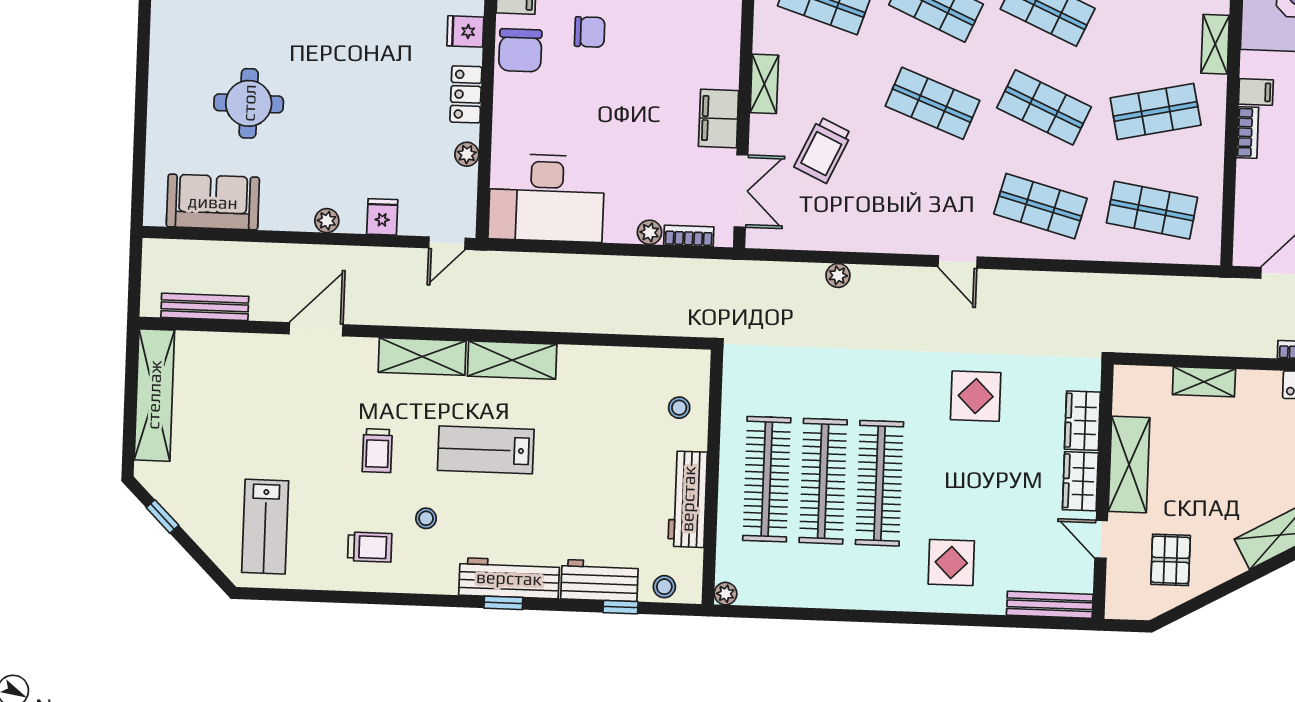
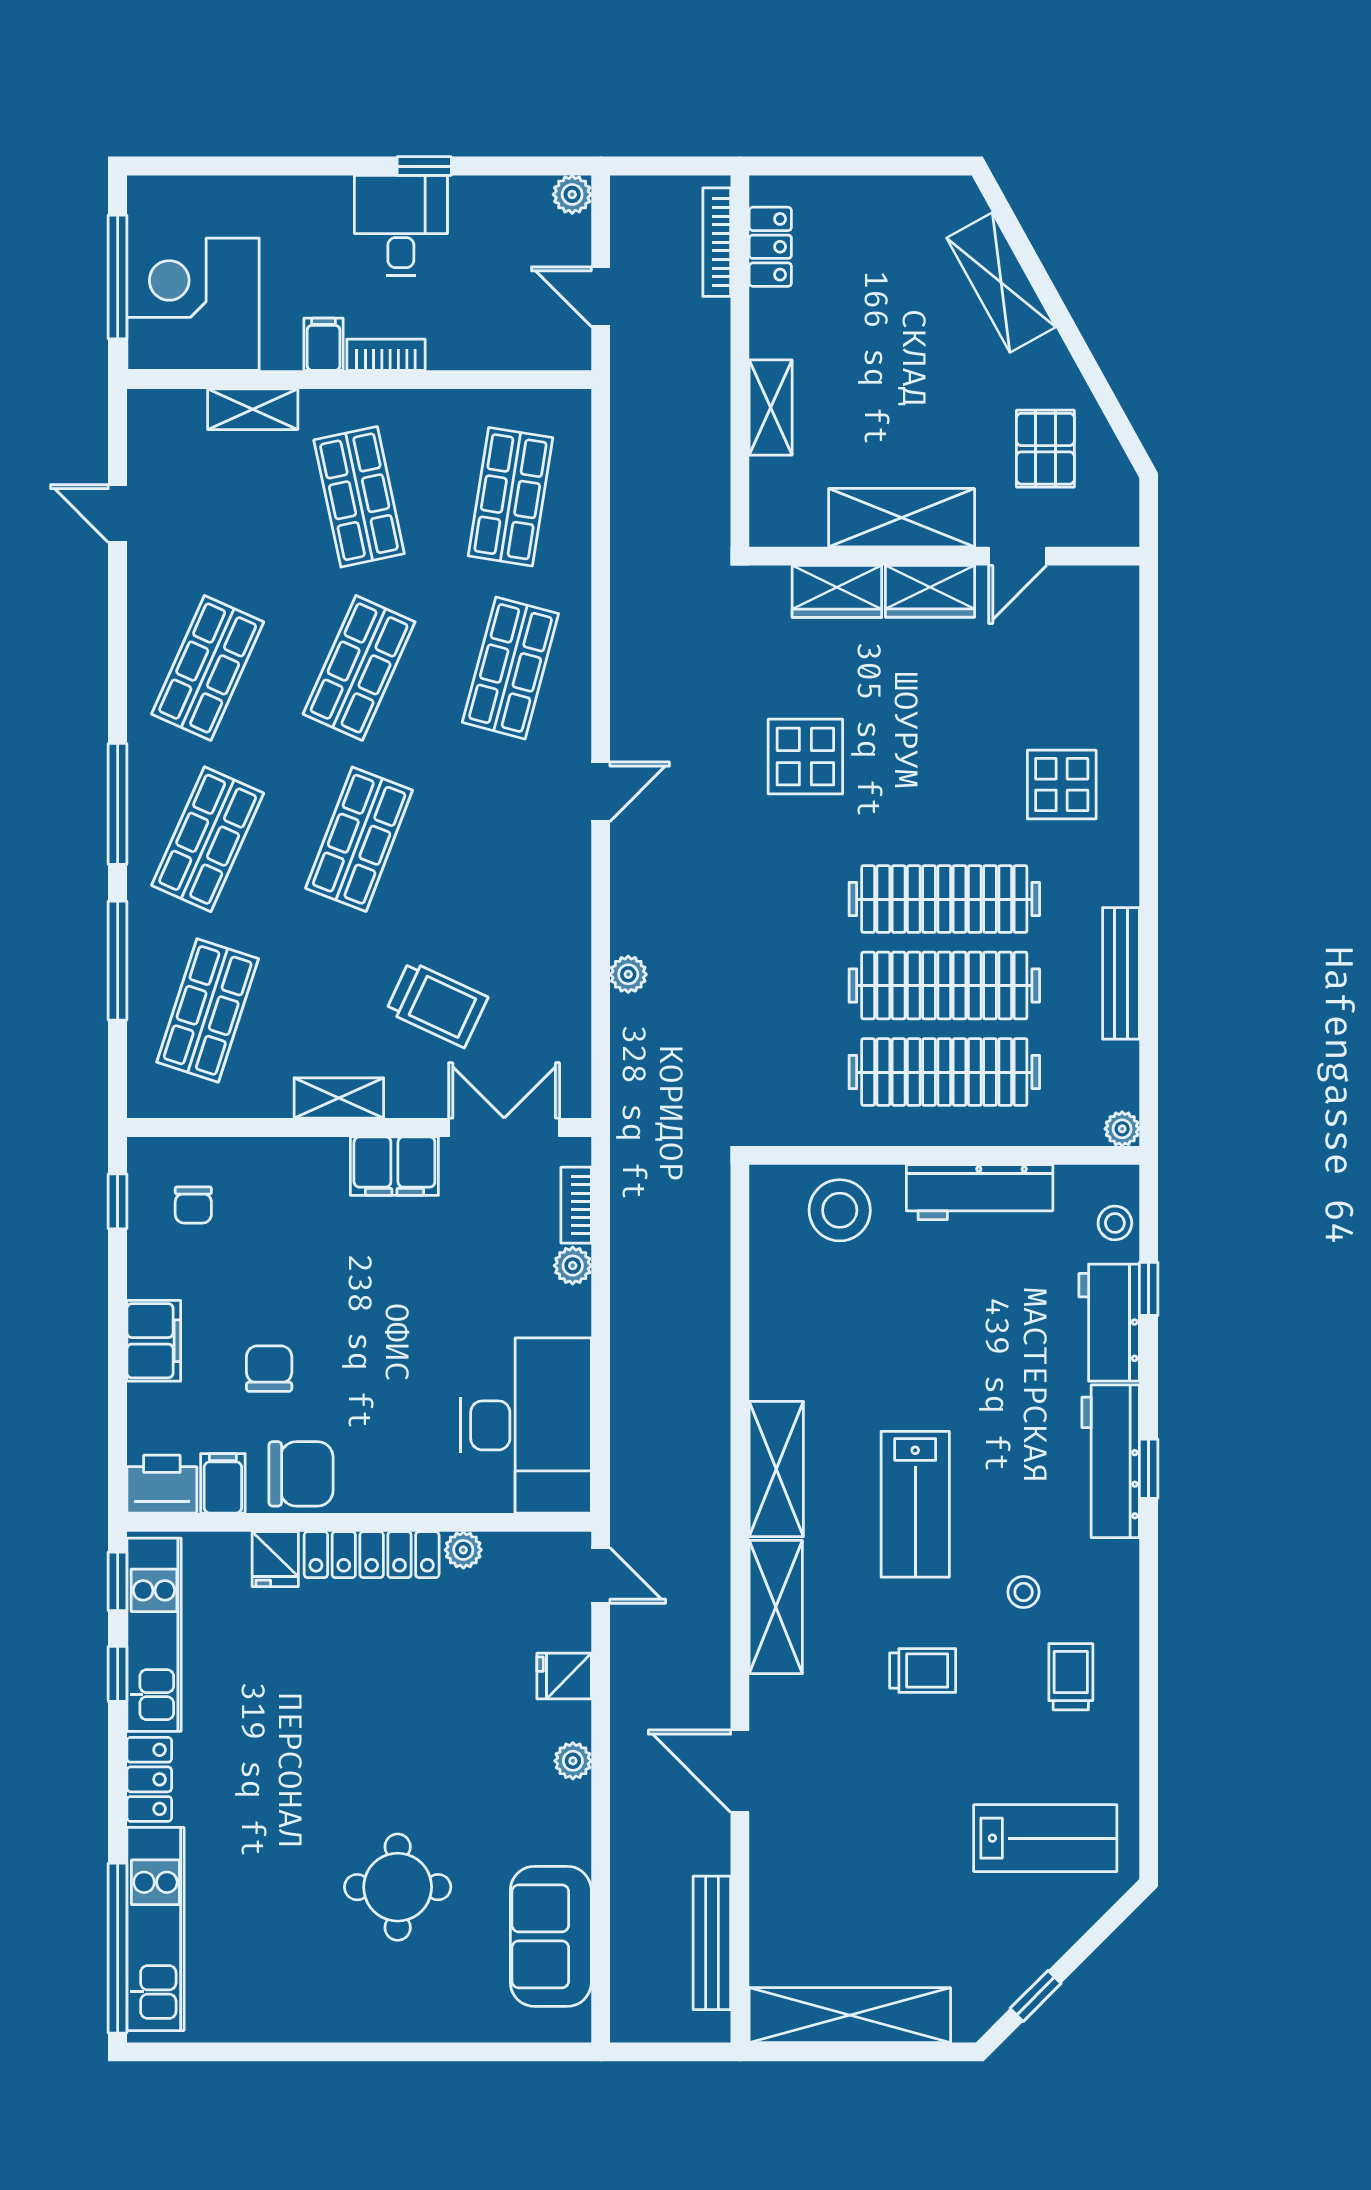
locker: (466, 94) -> (372, 1555), width x1.53
stool: (679, 408) -> (840, 1210), width x1.89, depth x1.89
pallet: (1171, 560) -> (1045, 449), turned 90
bench: (1050, 605) -> (1121, 973), moved

